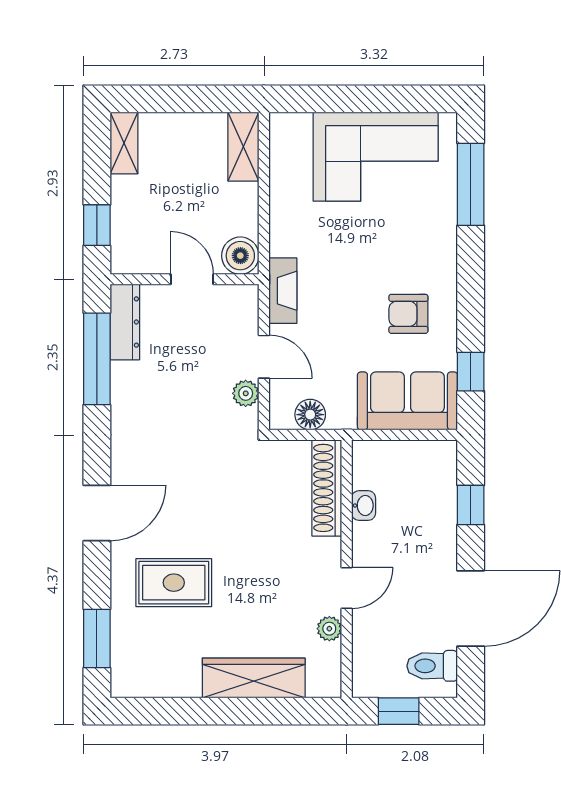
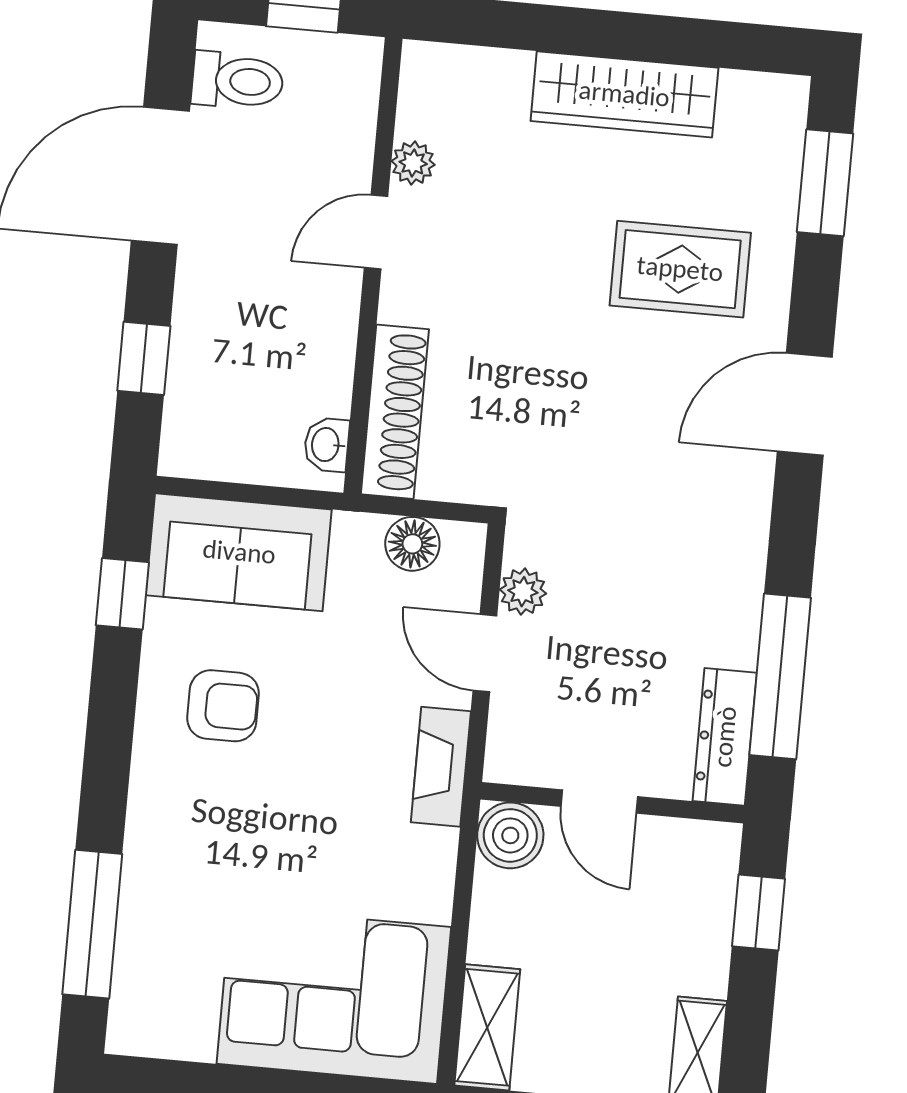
corner sofa: (376, 157) -> (334, 995), moved
washbasin: (364, 506) -> (327, 445), moved
wardrobe: (254, 678) -> (624, 94), moved

